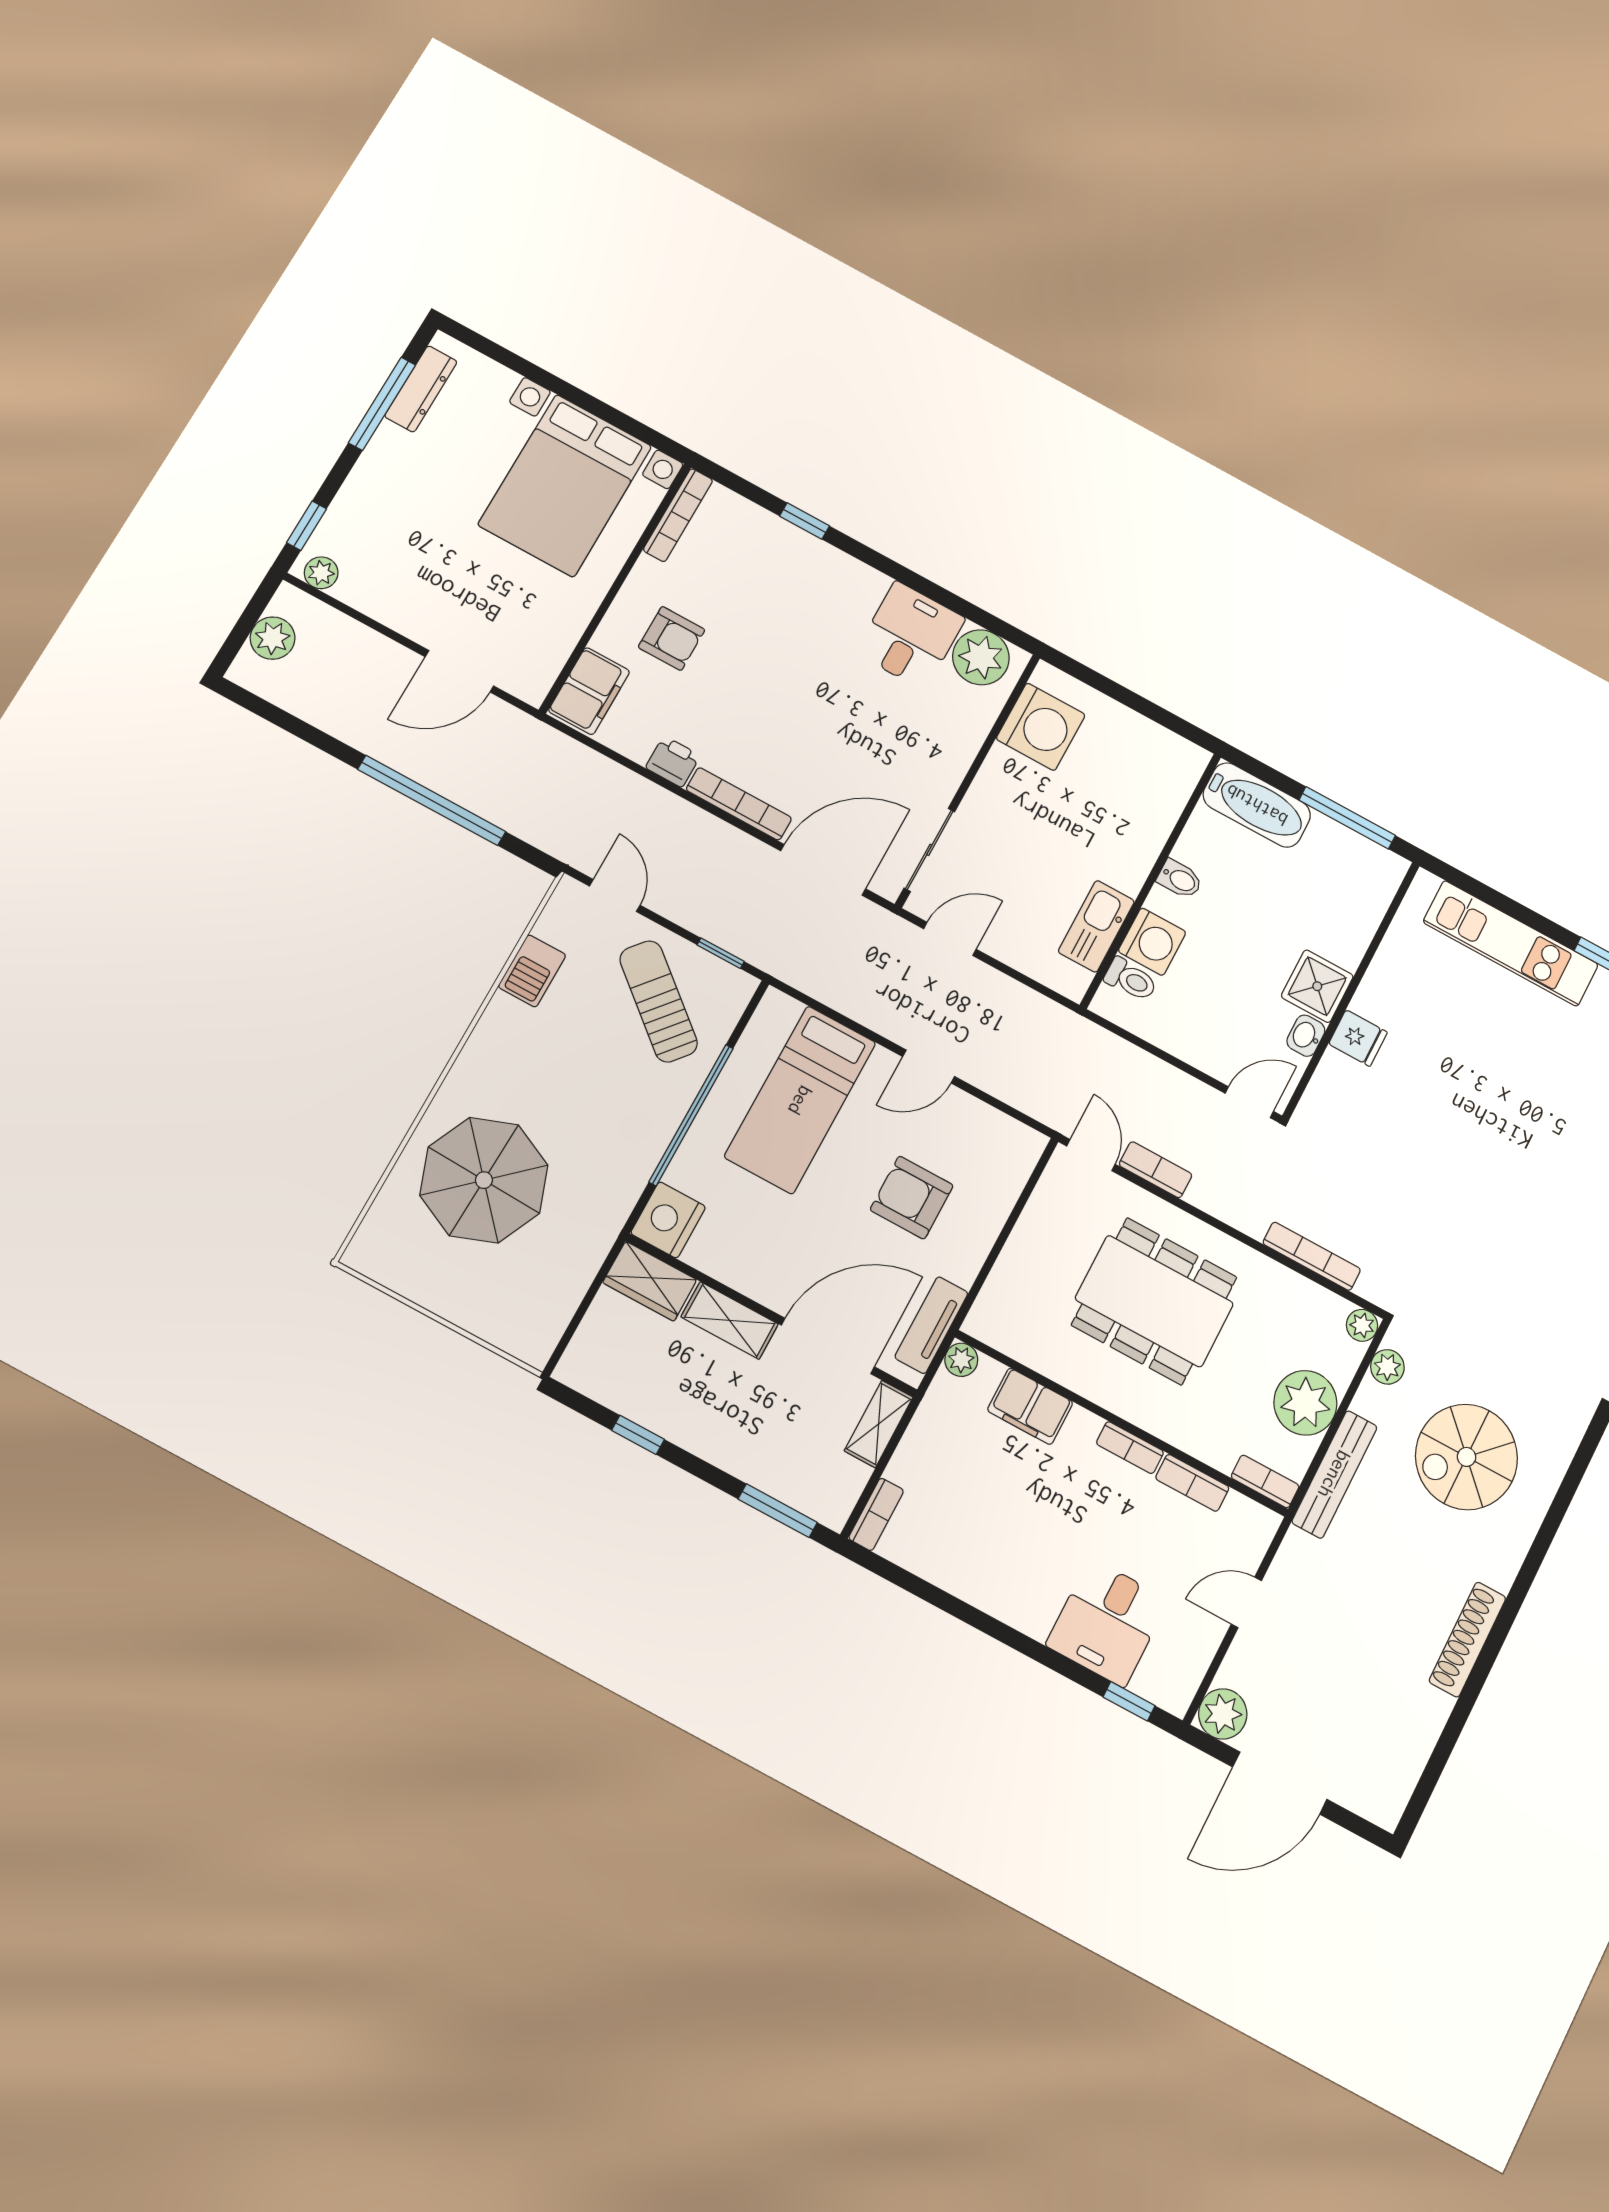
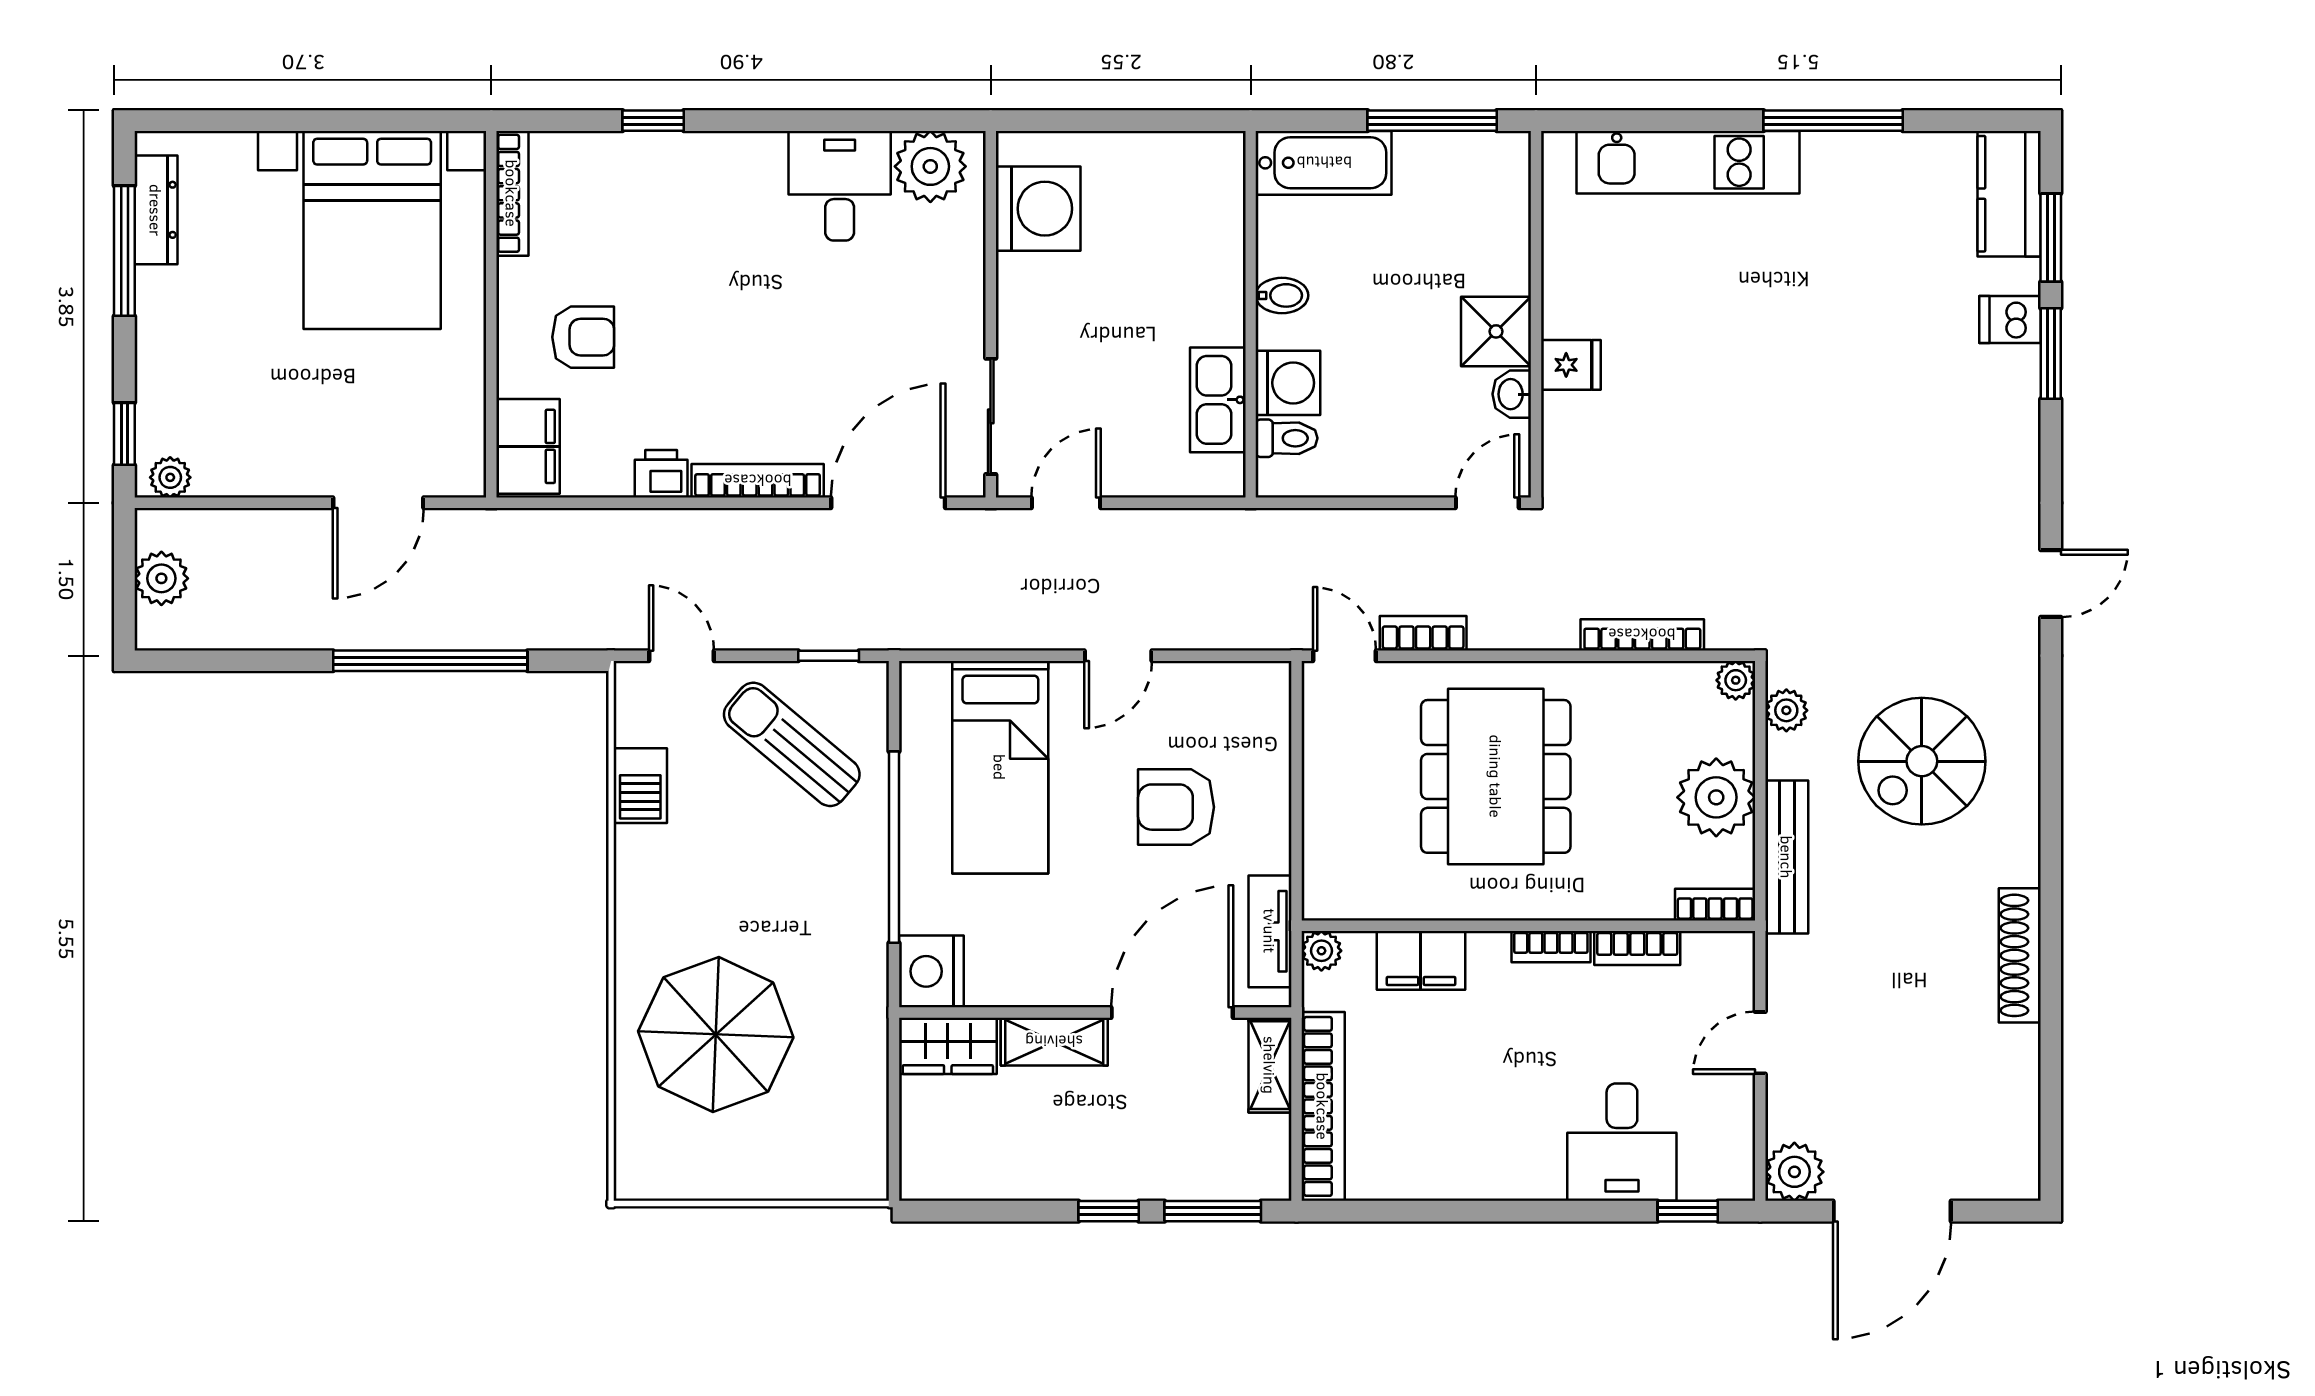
dining table: (1154, 1301) -> (1496, 776), turned 90
window: (638, 1435) -> (1109, 1211), moved
bookcase: (876, 1514) -> (1323, 1106), width x2.31, depth x1.31

